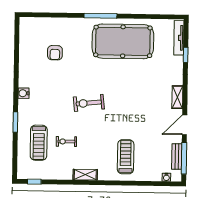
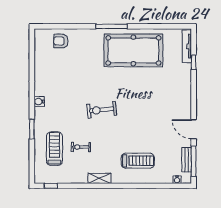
armchair: (55, 53) -> (61, 41), moved, turned 90
shelving: (177, 97) -> (186, 103), removed
door: (185, 125) -> (194, 129), hinge flipped
treadmill: (39, 143) -> (54, 149), turned 180
treadmill: (126, 157) -> (138, 161), turned 90

